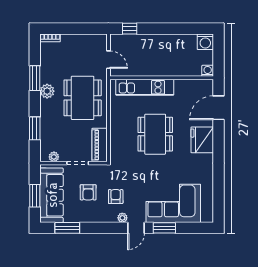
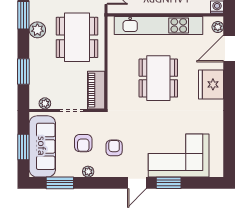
kitchen unit: (145, 87) -> (158, 25), width x1.36
plant: (208, 89) -> (218, 27), added
plant: (122, 218) -> (88, 172), moved

